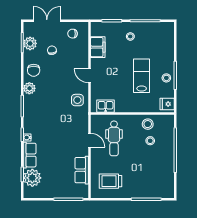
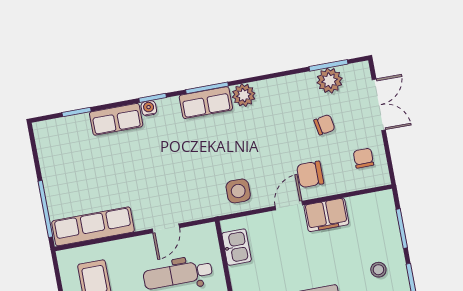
filing cabinet: (98, 47) -> (326, 215), moved
chair: (34, 70) -> (310, 174), moved
row of seats: (30, 108) -> (206, 103), added
row of seats: (82, 170) -> (93, 226), width x1.48
plant: (32, 178) -> (74, 132), removed

